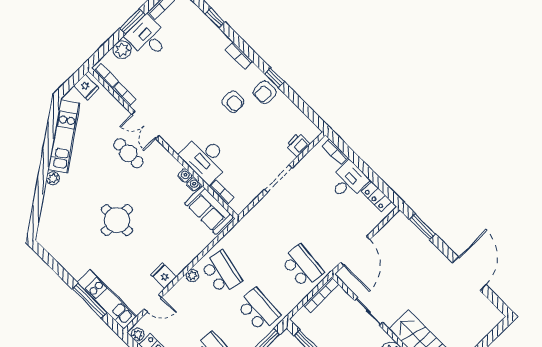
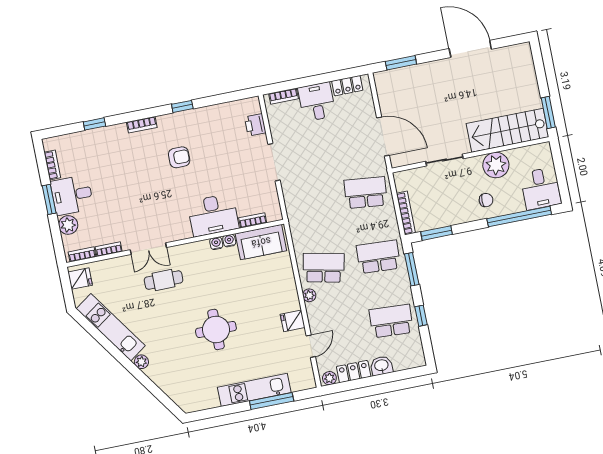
armchair: (265, 92) -> (189, 124), removed
bookcase: (321, 295) -> (406, 213), moved
kitchen unit: (107, 299) -> (254, 390), moved

